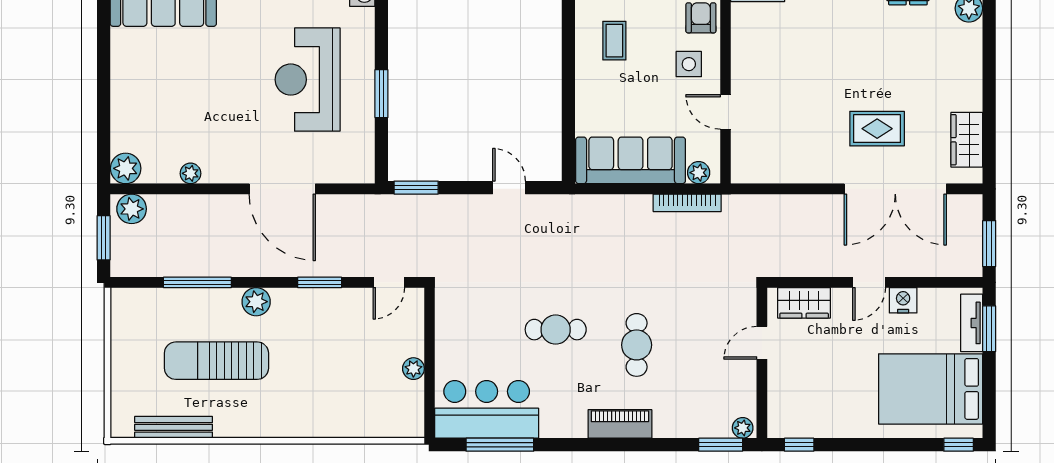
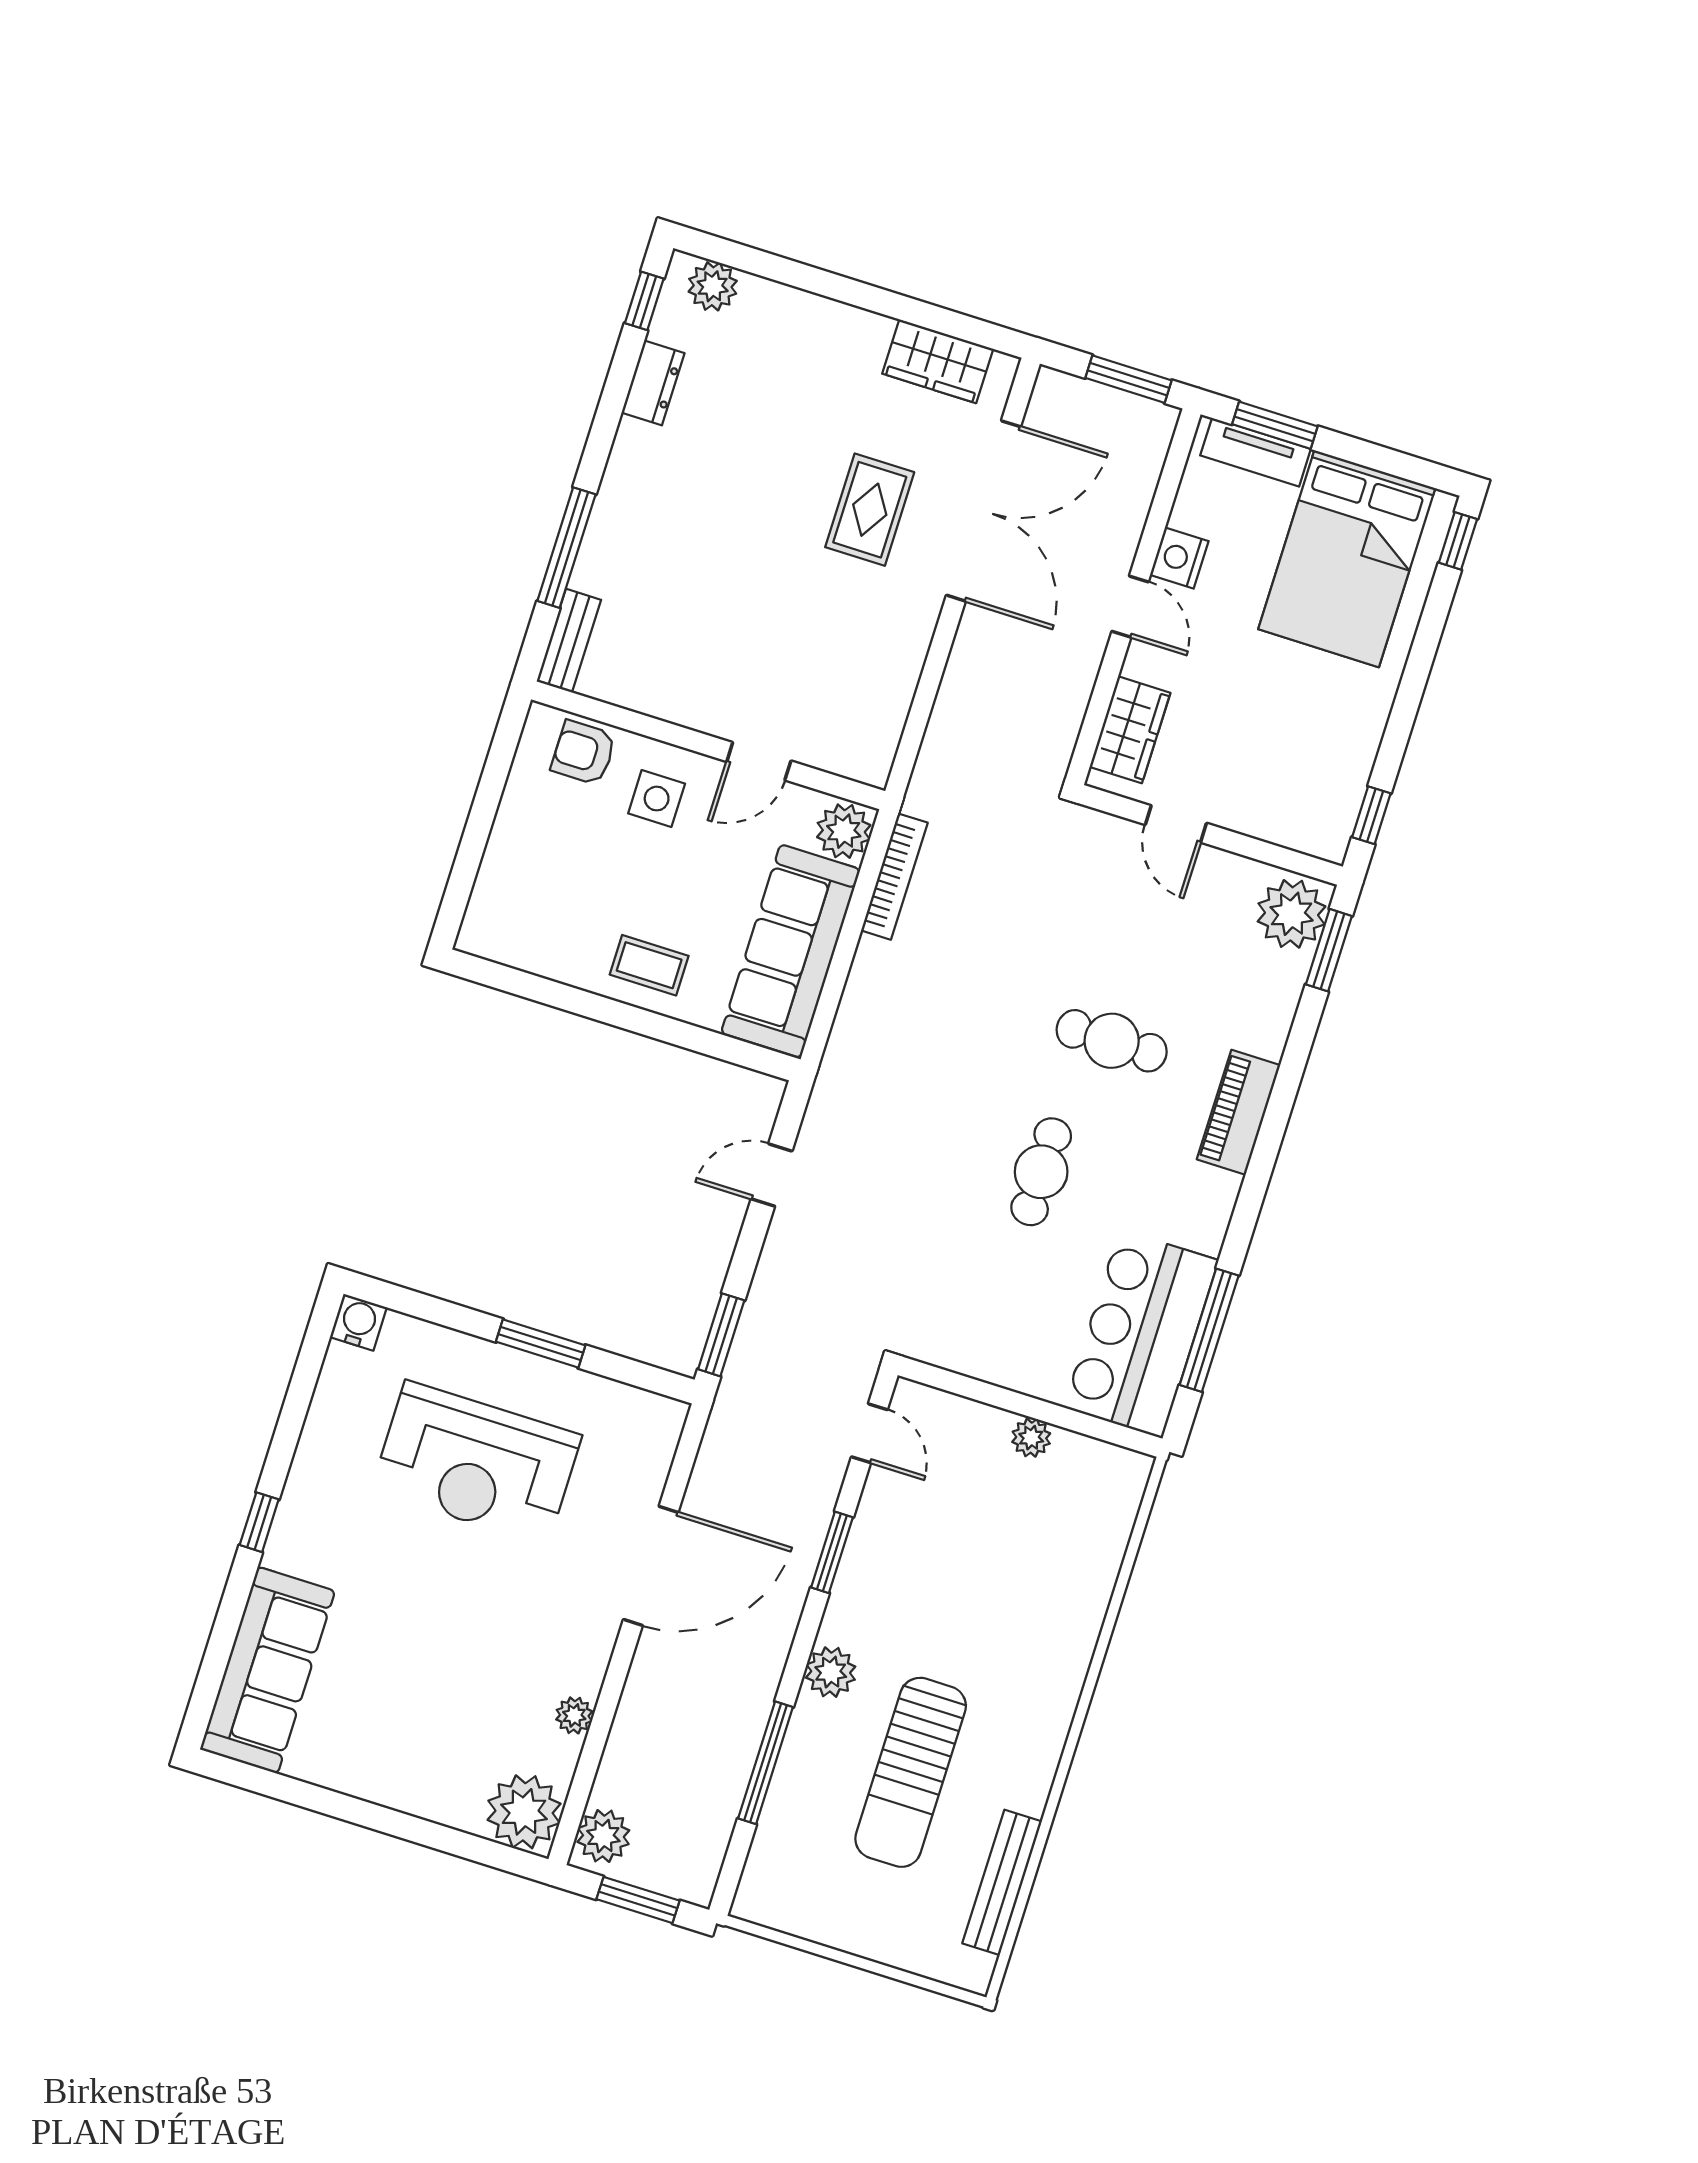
coffee table: (614, 41) -> (649, 965), moved
plant: (126, 168) -> (524, 1812), width x1.36, depth x1.36
plant: (699, 173) -> (844, 831), width x1.38, depth x1.38
plant: (743, 428) -> (1292, 914), width x1.88, depth x1.88

